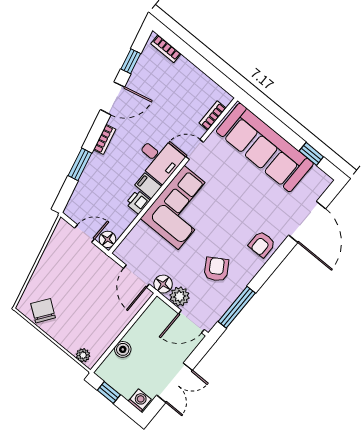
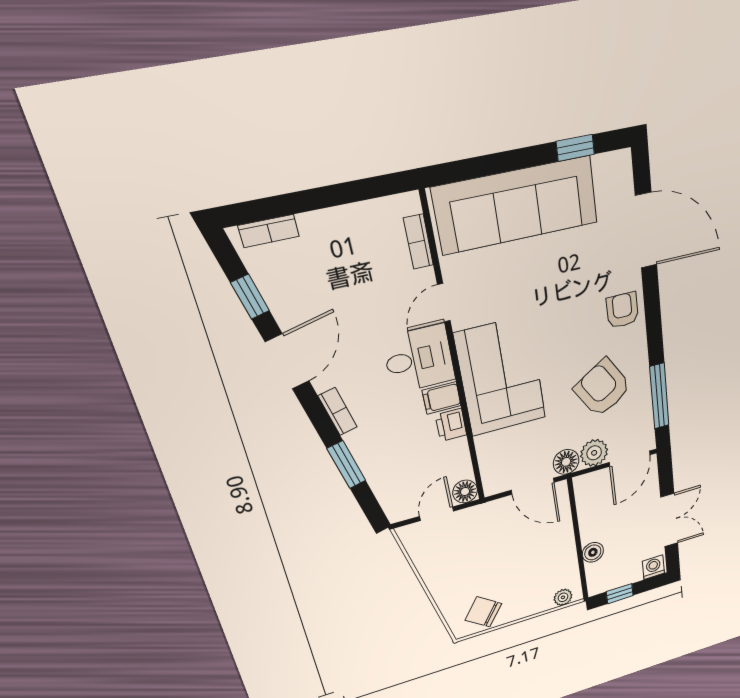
armchair: (262, 244) -> (622, 310), turned 180
armchair: (216, 269) -> (603, 388), width x1.38, depth x1.38

